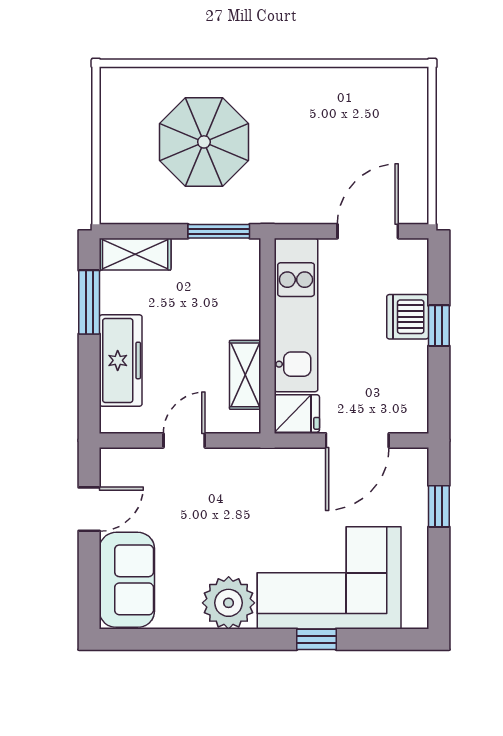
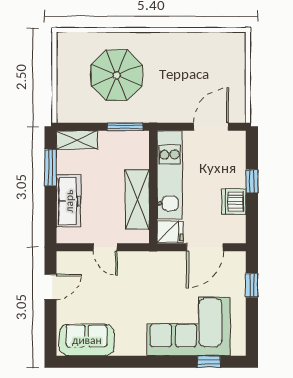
dishwasher: (408, 317) -> (234, 202), moved
shelving: (245, 375) -> (137, 200), width x1.50, depth x1.33
door: (184, 440) -> (105, 247), swing flipped
sofa: (127, 580) -> (87, 340), moved, turned -90
plant: (229, 603) -> (131, 341), removed
window: (317, 639) -> (209, 362), moved

